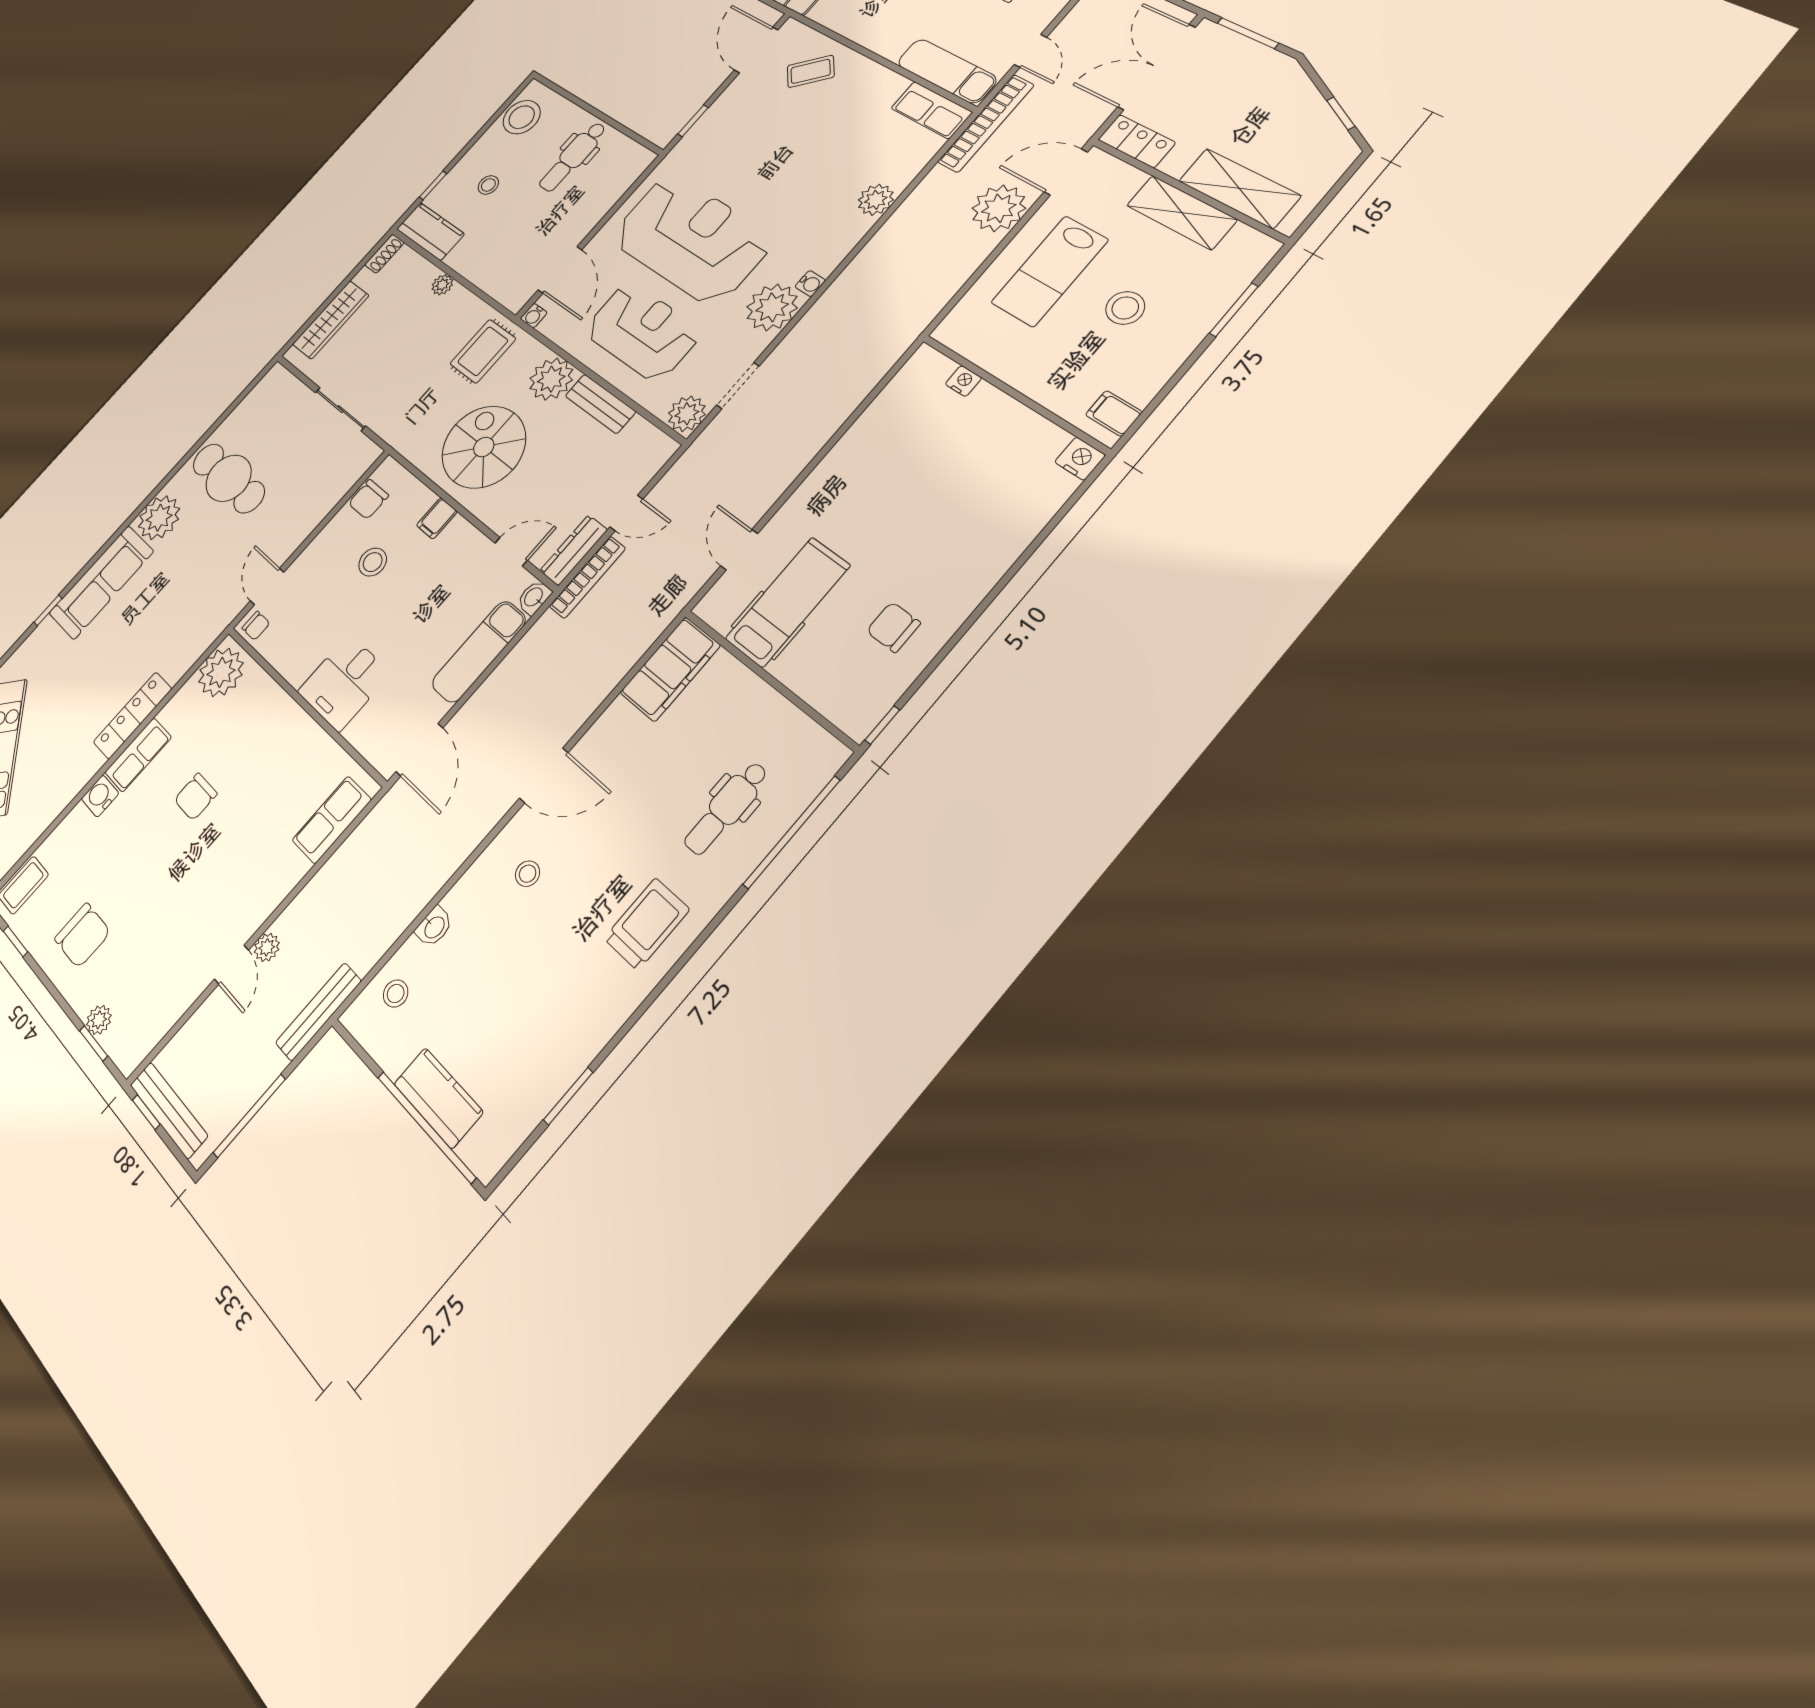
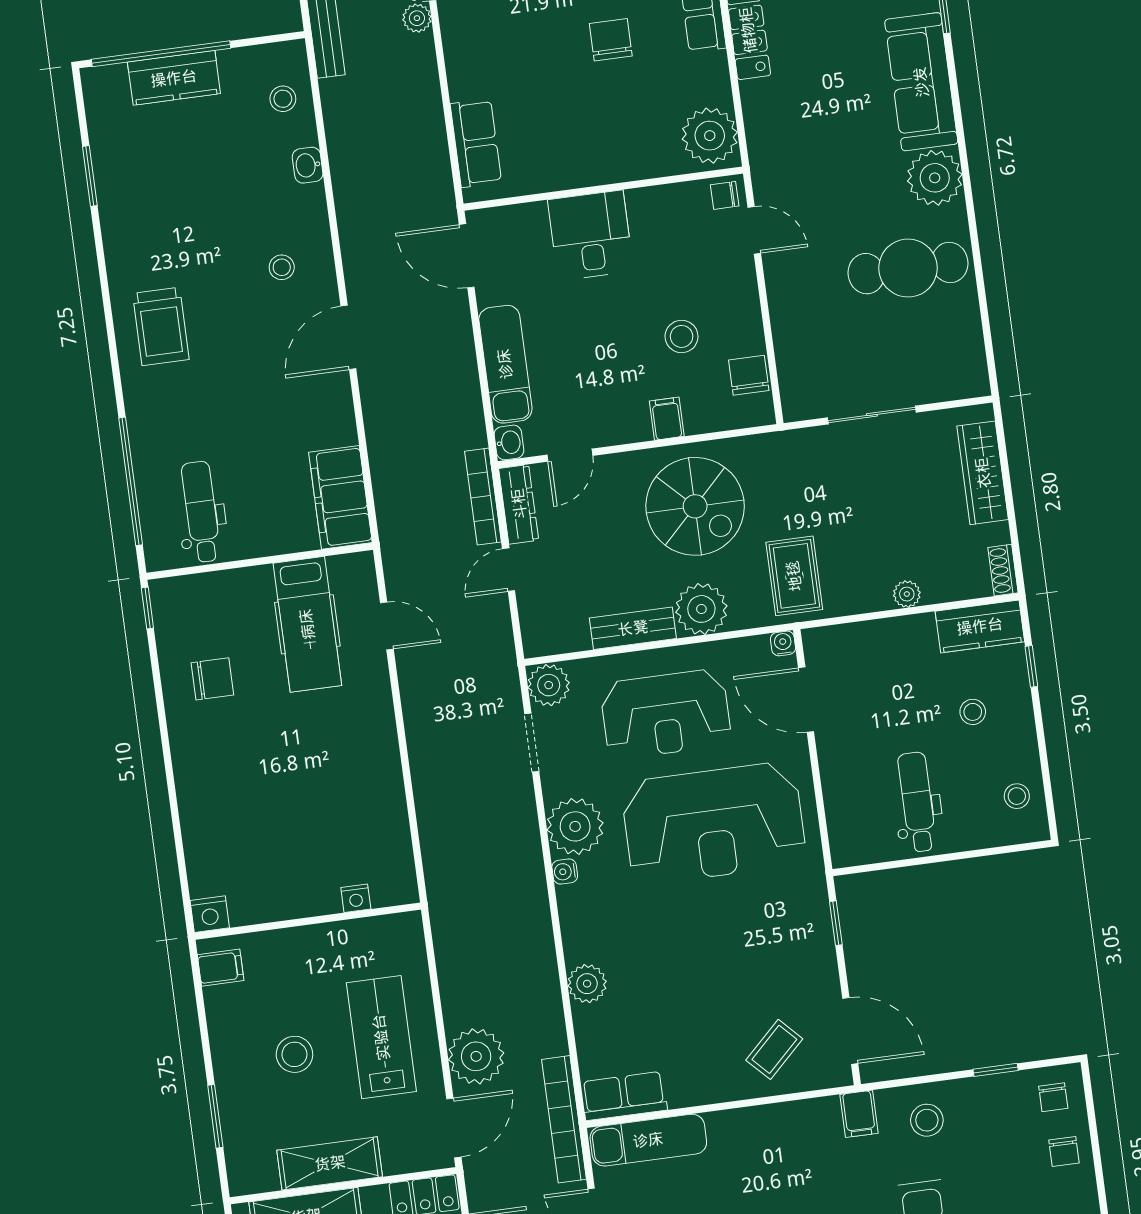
stool: (522, 117) -> (1017, 796), width x0.53, depth x0.53
dental chair: (726, 808) -> (201, 512), moved

